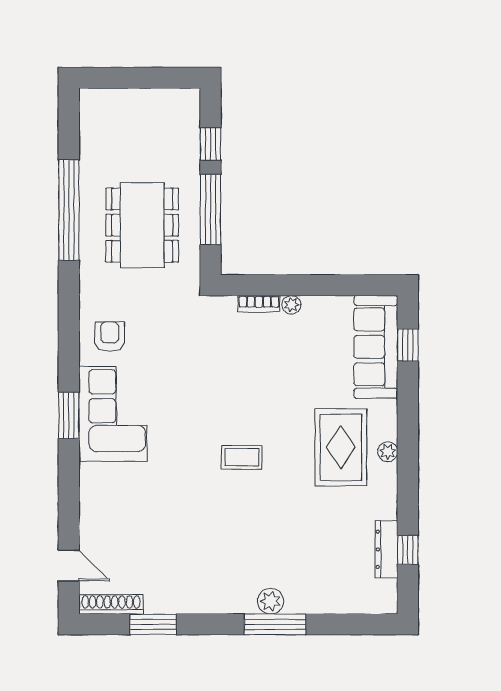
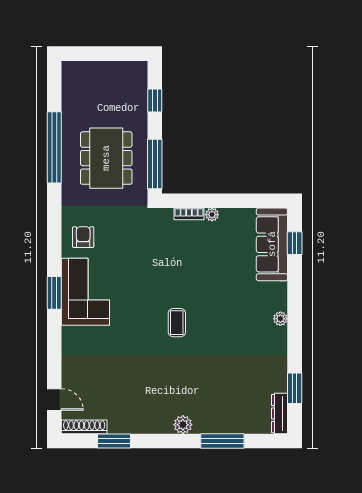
window: (210, 210) -> (155, 164), moved
rug: (341, 447) -> (247, 316), removed
coffee table: (242, 457) -> (177, 323), turned 90
dresser: (387, 549) -> (279, 414), moved
window: (408, 550) -> (295, 388), width x1.50
plant: (271, 601) -> (183, 425), moved
window: (275, 624) -> (222, 441), moved

